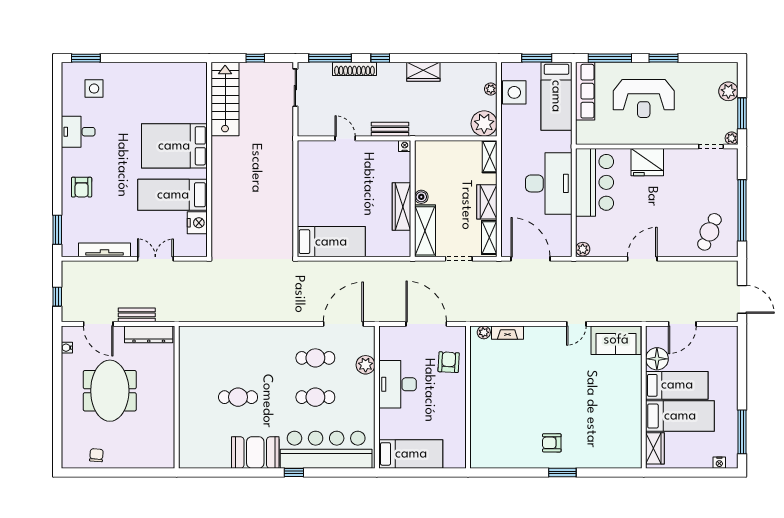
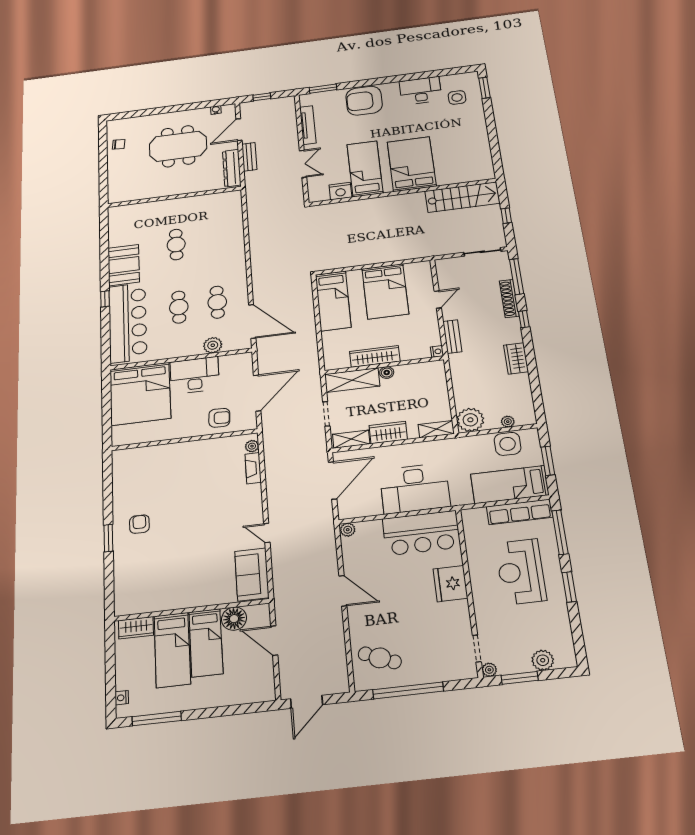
desk: (78, 132) -> (420, 91), width x1.37
armchair: (82, 187) -> (364, 101), width x1.88, depth x1.88
bed: (328, 189) -> (385, 291), added
bed: (411, 454) -> (140, 394), width x2.04

